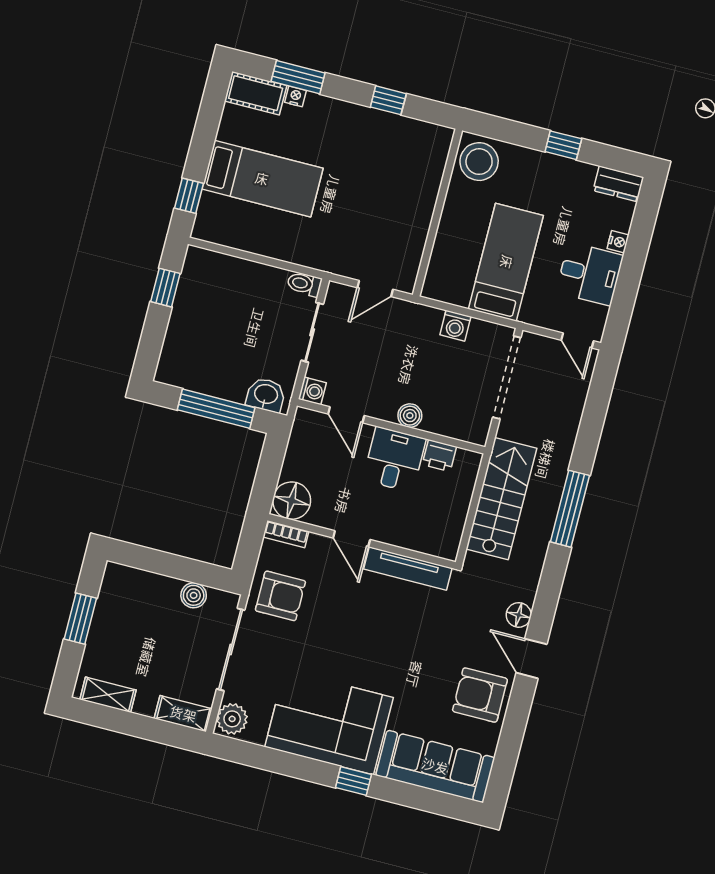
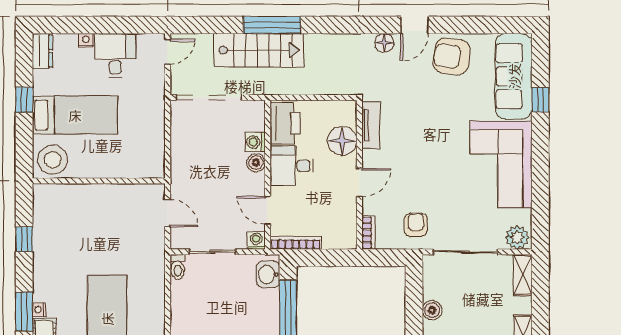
bed: (506, 262) -> (75, 115), moved, turned 180
washing machine: (455, 326) -> (255, 142), moved, turned 180
door: (346, 415) -> (268, 210), swing flipped
bookcase: (297, 440) -> (296, 243), added
printer: (439, 456) -> (285, 123), width x1.87, depth x1.48
stairs: (501, 499) -> (259, 50), moved, turned 180
floor lamp: (292, 501) -> (342, 141), moved
window: (570, 509) -> (272, 25), moved
tv unit: (408, 568) -> (371, 125), width x0.71
boiler: (194, 595) -> (432, 310), moved
armchair: (280, 596) -> (416, 225), width x0.72, depth x0.72
armchair: (480, 695) -> (452, 57), turned 98
window: (353, 781) -> (540, 100), moved

